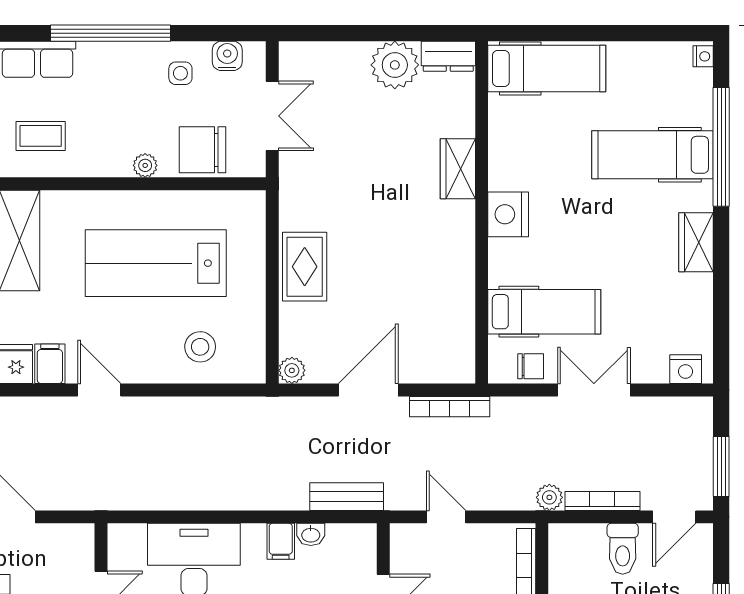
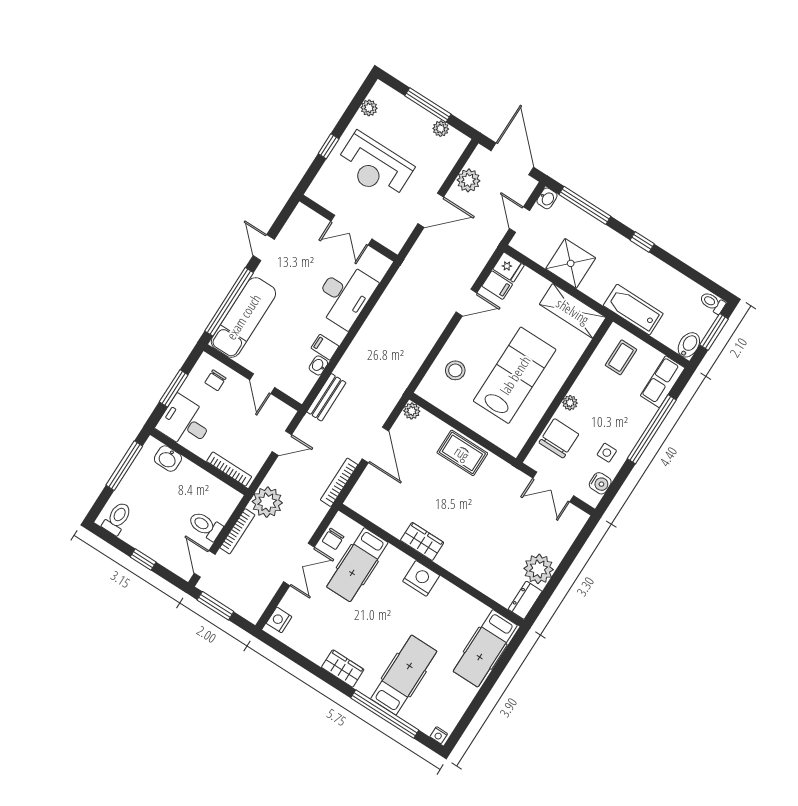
wardrobe: (458, 169) -> (422, 541), moved
plant: (549, 497) -> (267, 502), width x1.87, depth x1.87

